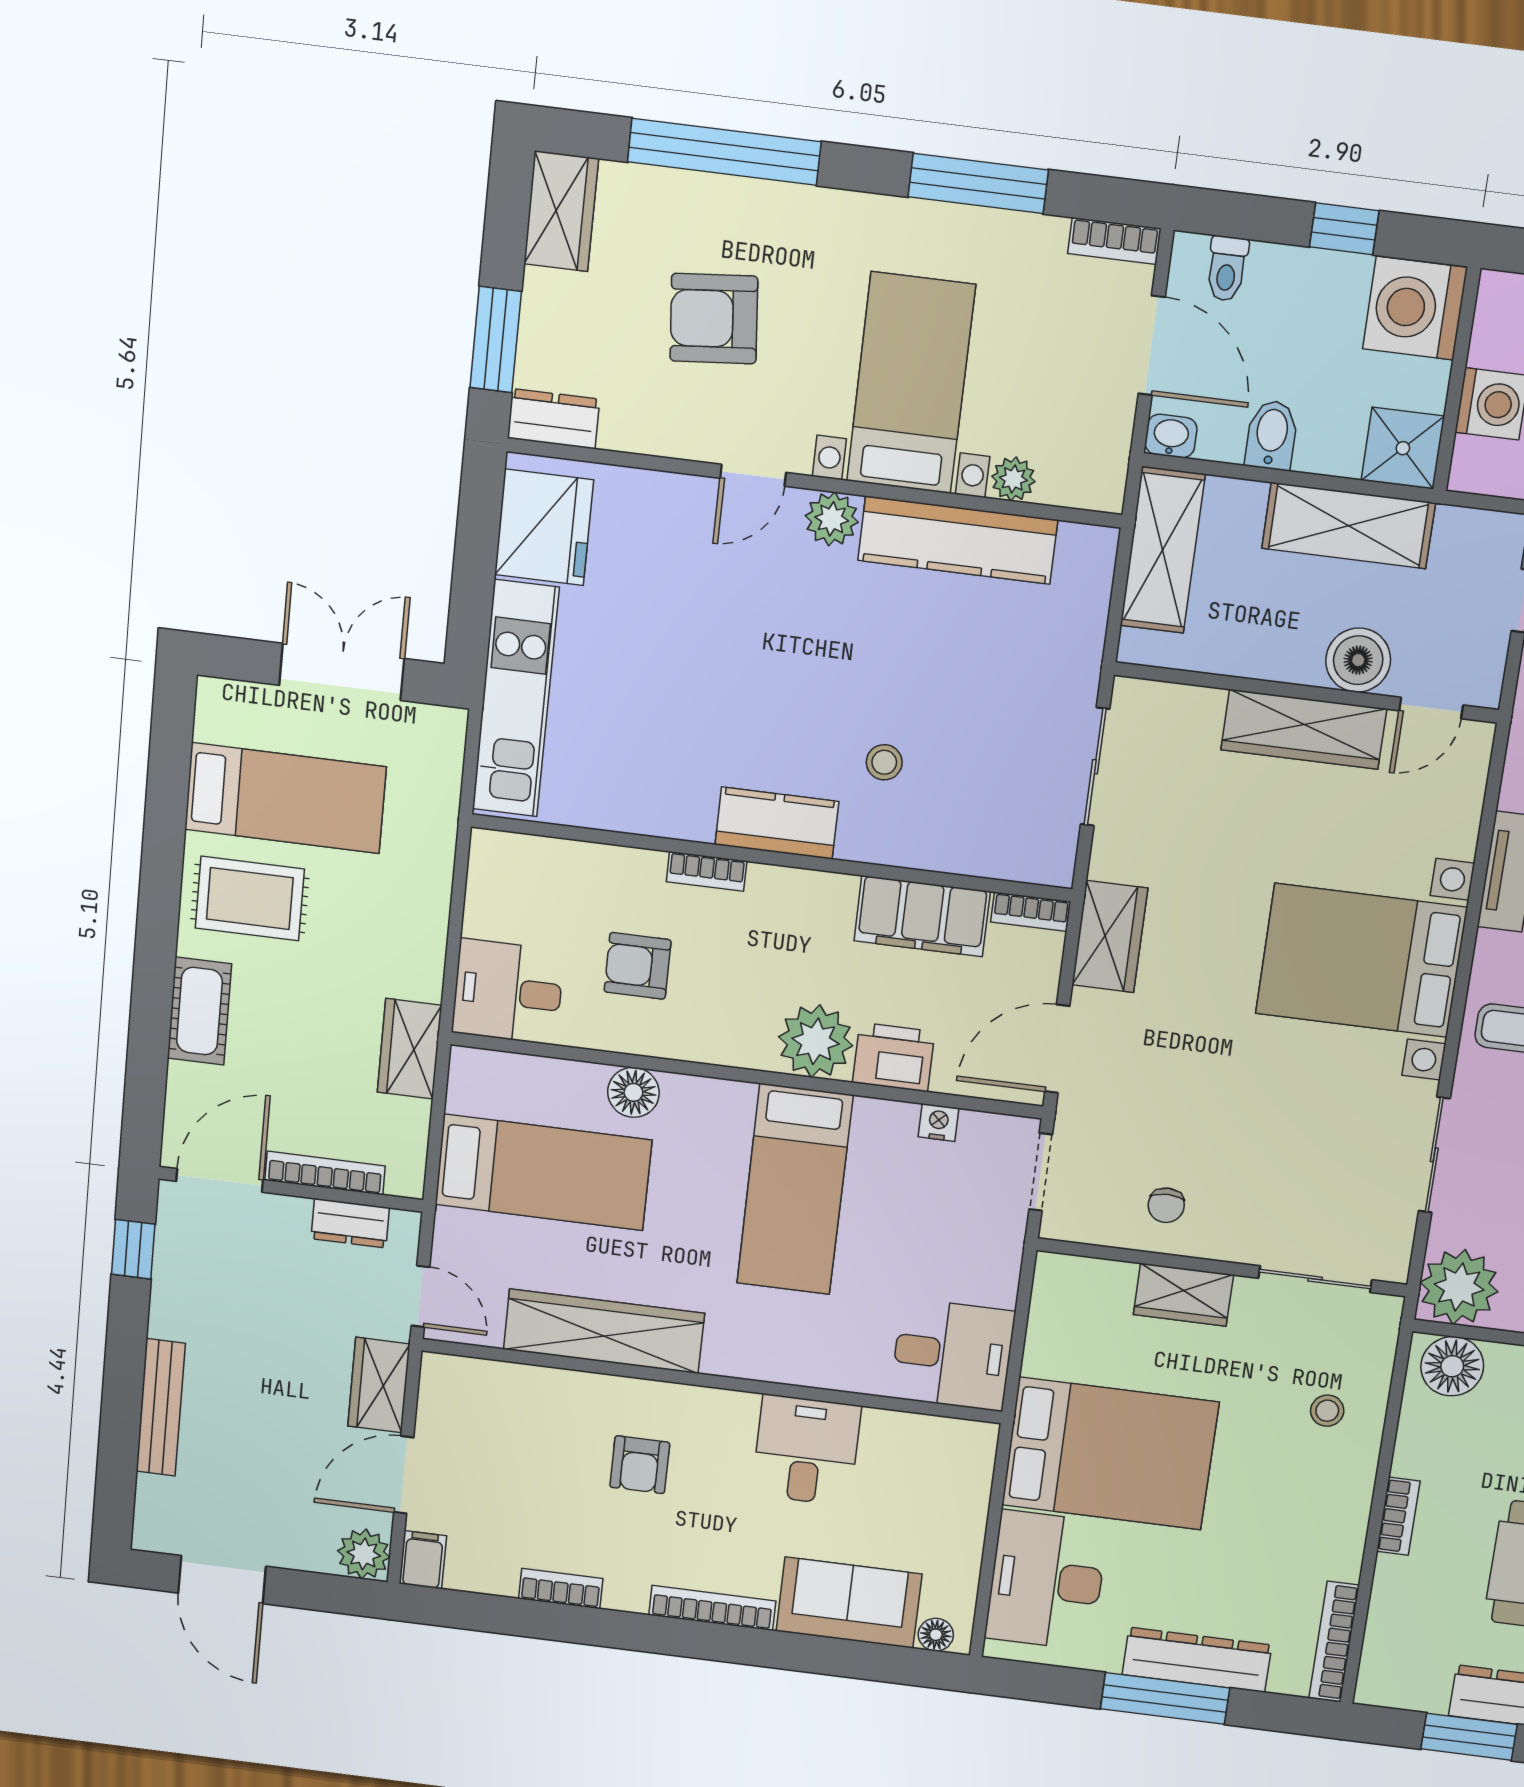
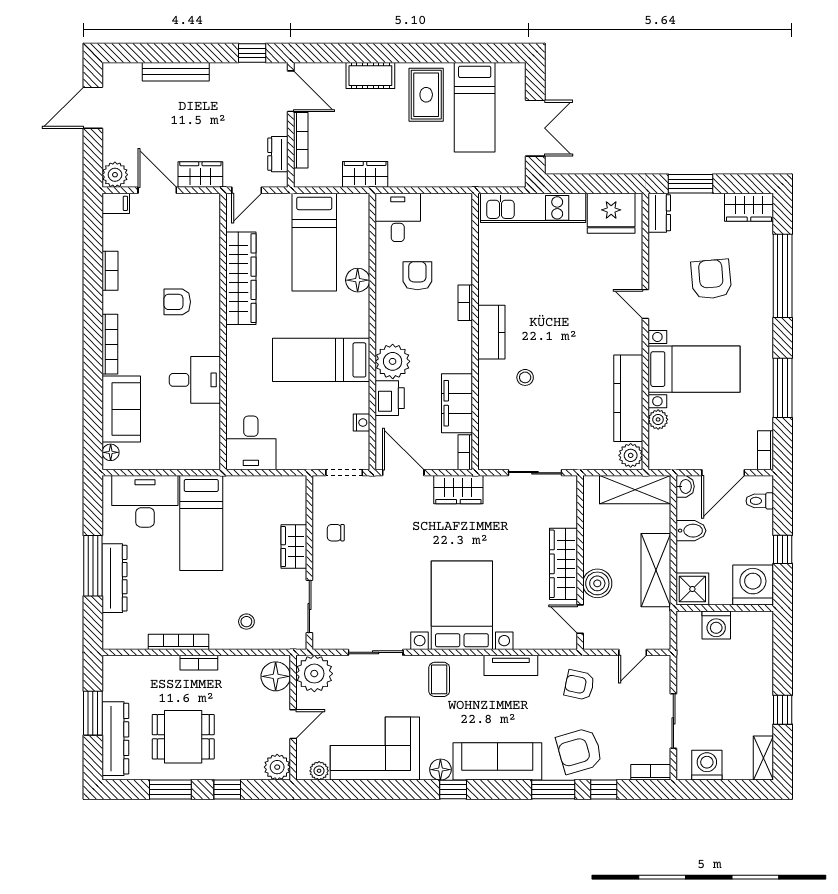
plant: (832, 519) -> (631, 455), moved
bed: (1110, 1454) -> (201, 523), width x0.67
bookcase: (1334, 1642) -> (178, 642), moved

